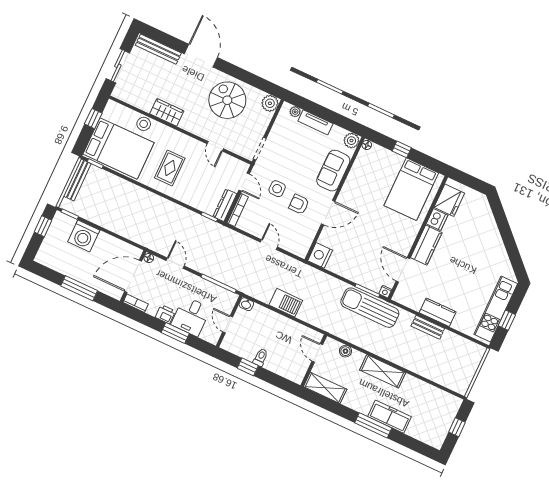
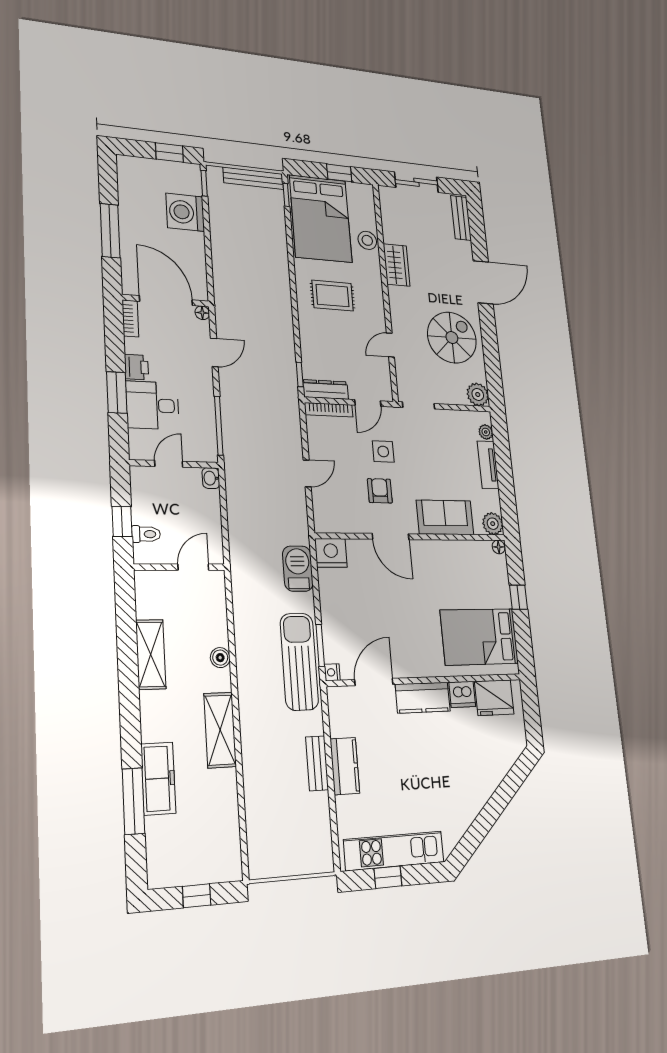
bench: (158, 49) -> (461, 218), width x0.73
barbecue: (286, 303) -> (298, 569), moved, turned 180
door: (317, 353) -> (193, 567), moved
wall: (314, 361) -> (180, 567), moved
window: (373, 425) -> (133, 801), moved

